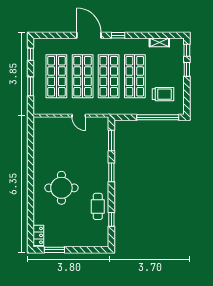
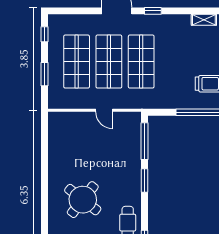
shop shelf: (135, 76) -> (173, 62), removed
window: (111, 141) -> (144, 141), width x1.44
round table: (61, 188) -> (83, 200), turned 38

